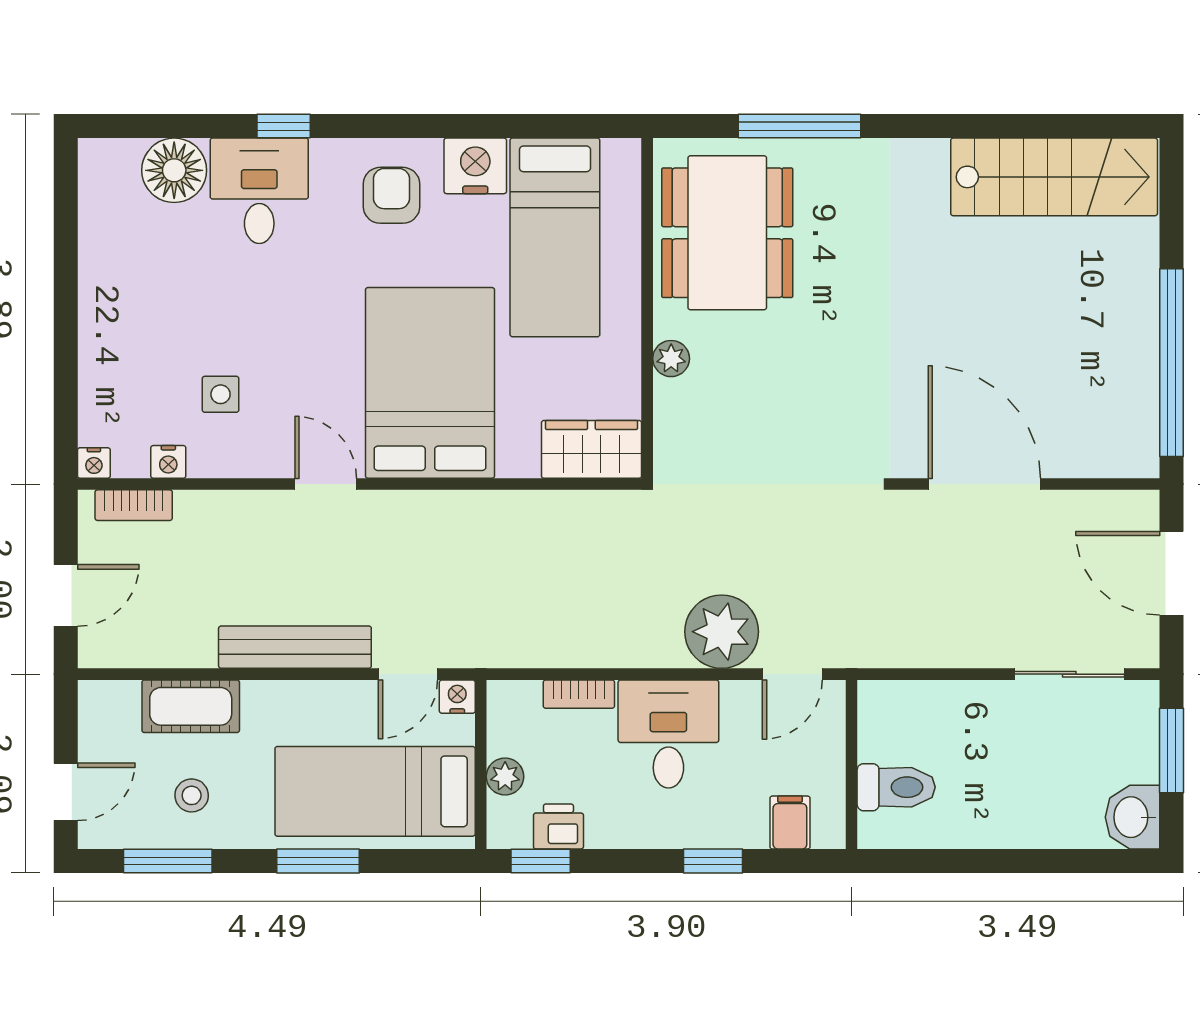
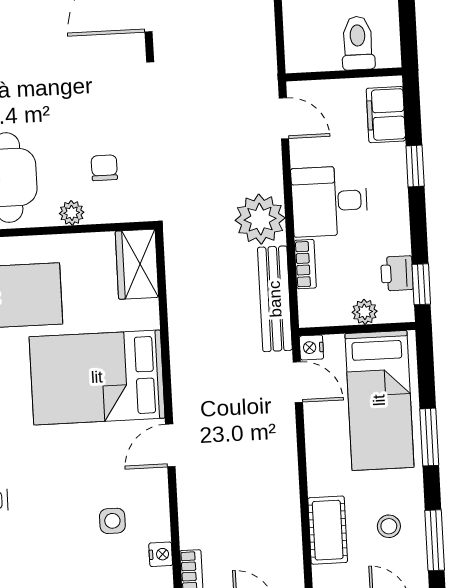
chair: (734, 409) -> (104, 168), added
plant: (722, 632) -> (260, 219), moved
bench: (295, 647) -> (275, 299), moved
filing cabinet: (790, 822) -> (386, 115), width x2.00

